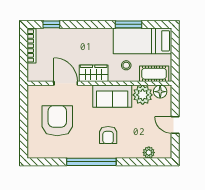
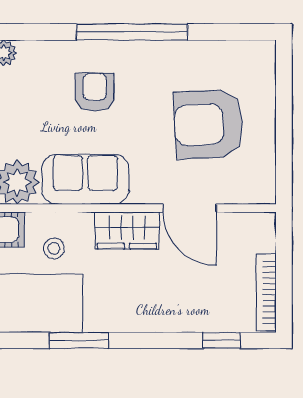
window: (128, 24) -> (79, 340), moved
armchair: (57, 121) -> (209, 124), turned 87

